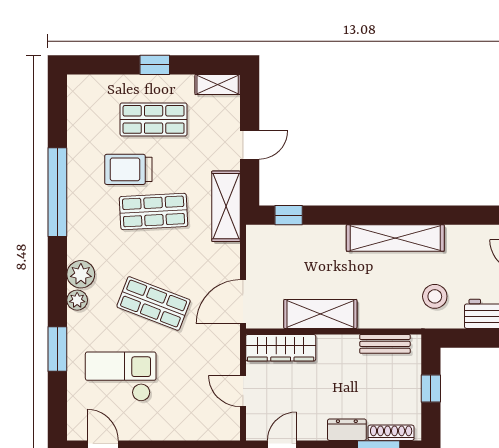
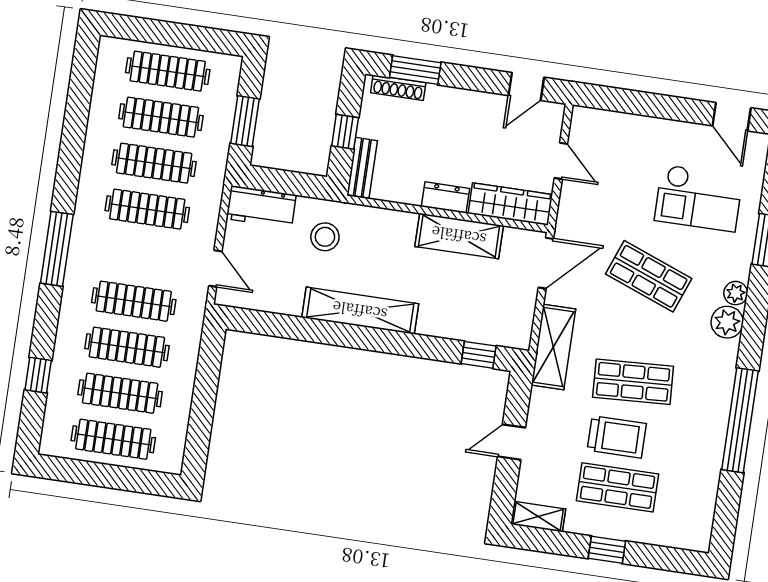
trolley: (128, 169) -> (617, 437), moved
shelving: (226, 206) -> (553, 347), moved
bench: (385, 344) -> (362, 168), moved, turned 90
dresser: (347, 430) -> (446, 197), moved, turned 180

